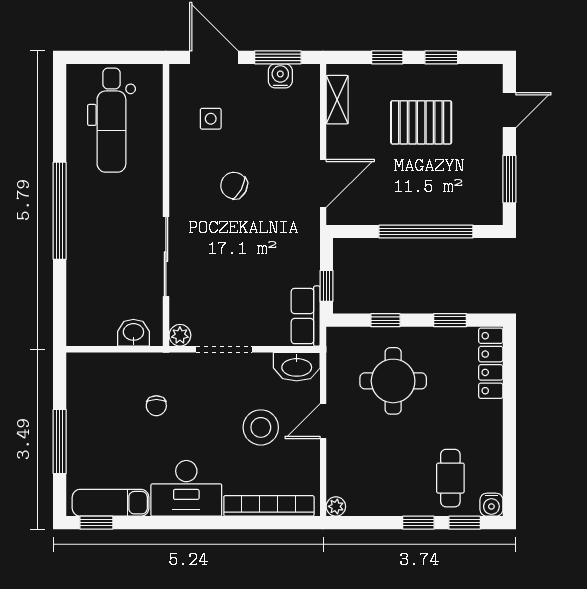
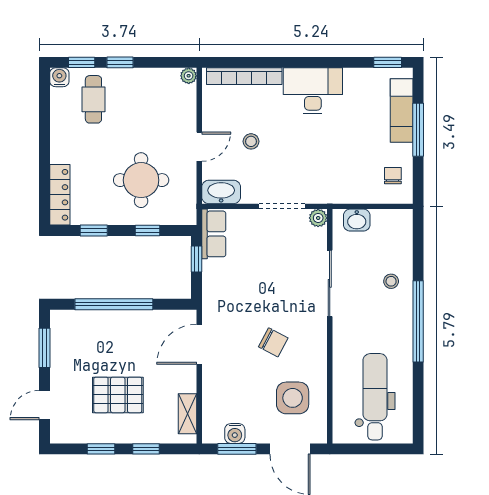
side table: (211, 119) -> (293, 398), width x1.87, depth x1.87
stool: (92, 259) -> (391, 281), added
chair: (156, 406) -> (393, 176), moved
stool: (261, 427) -> (251, 141), width x0.53, depth x0.53
exam couch: (111, 503) -> (402, 110), moved, turned 90

